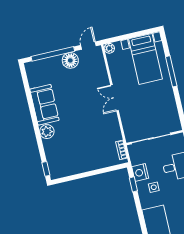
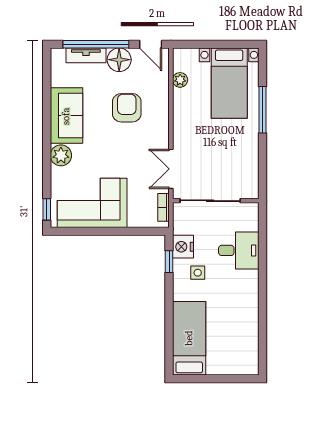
door: (88, 46) -> (151, 44), swing flipped
plant: (109, 48) -> (180, 80), moved
tv unit: (48, 63) -> (86, 55), added
armchair: (83, 91) -> (127, 108), added
double door: (114, 98) -> (171, 169), moved
corner sofa: (74, 158) -> (92, 203), added

